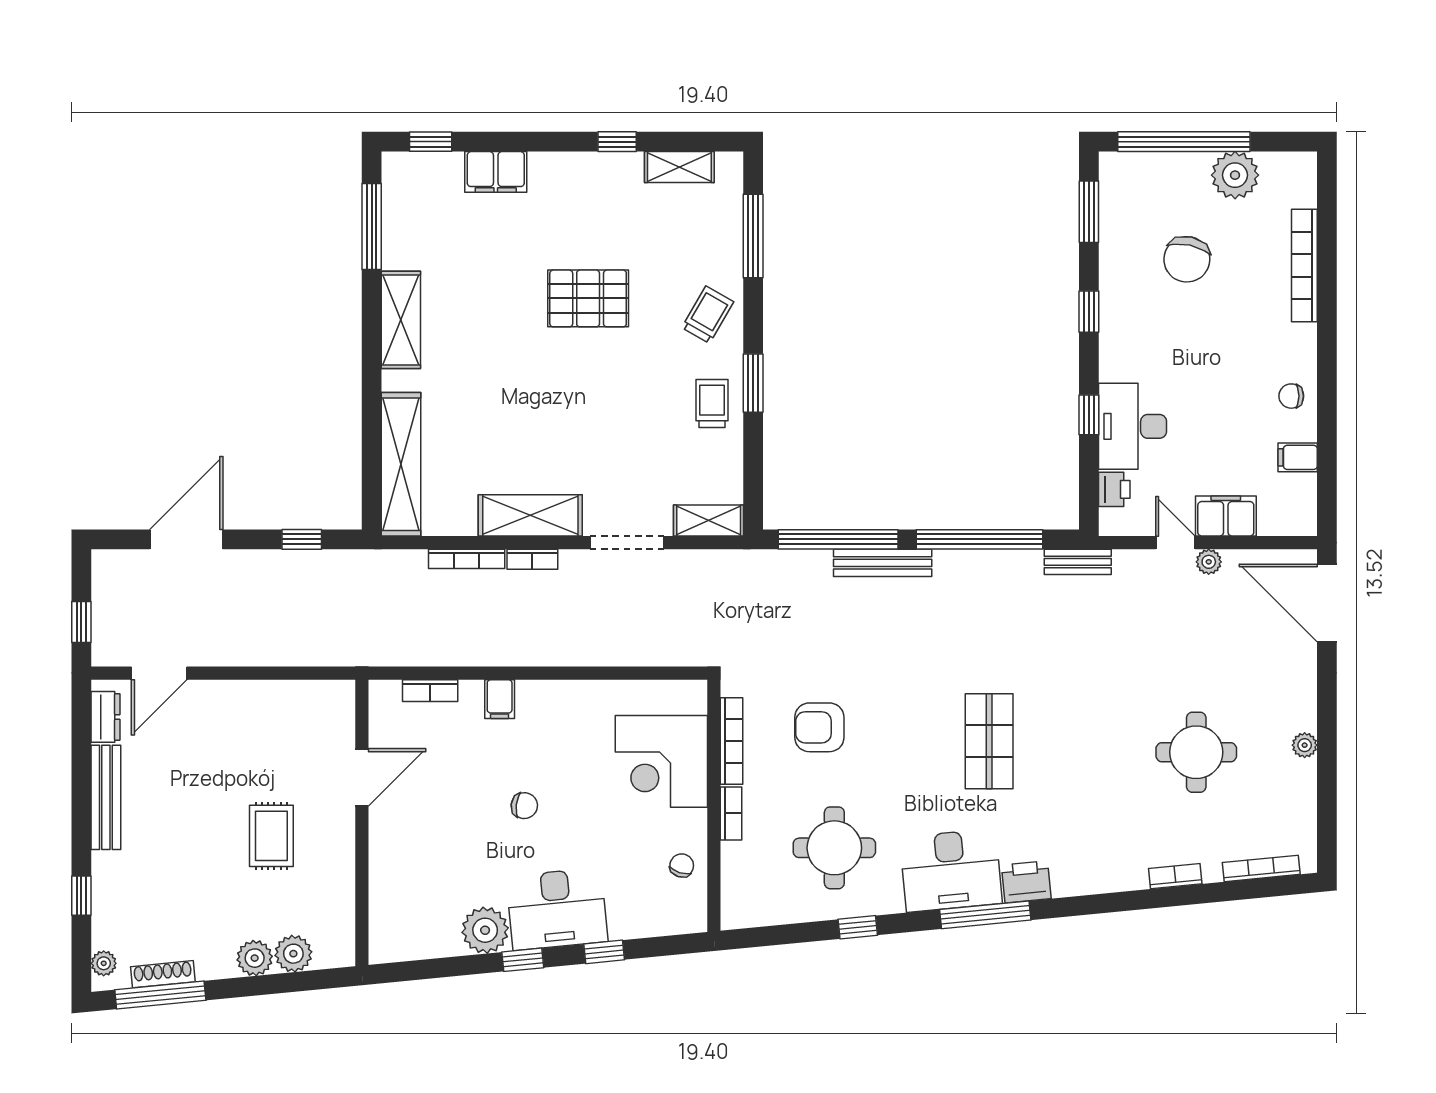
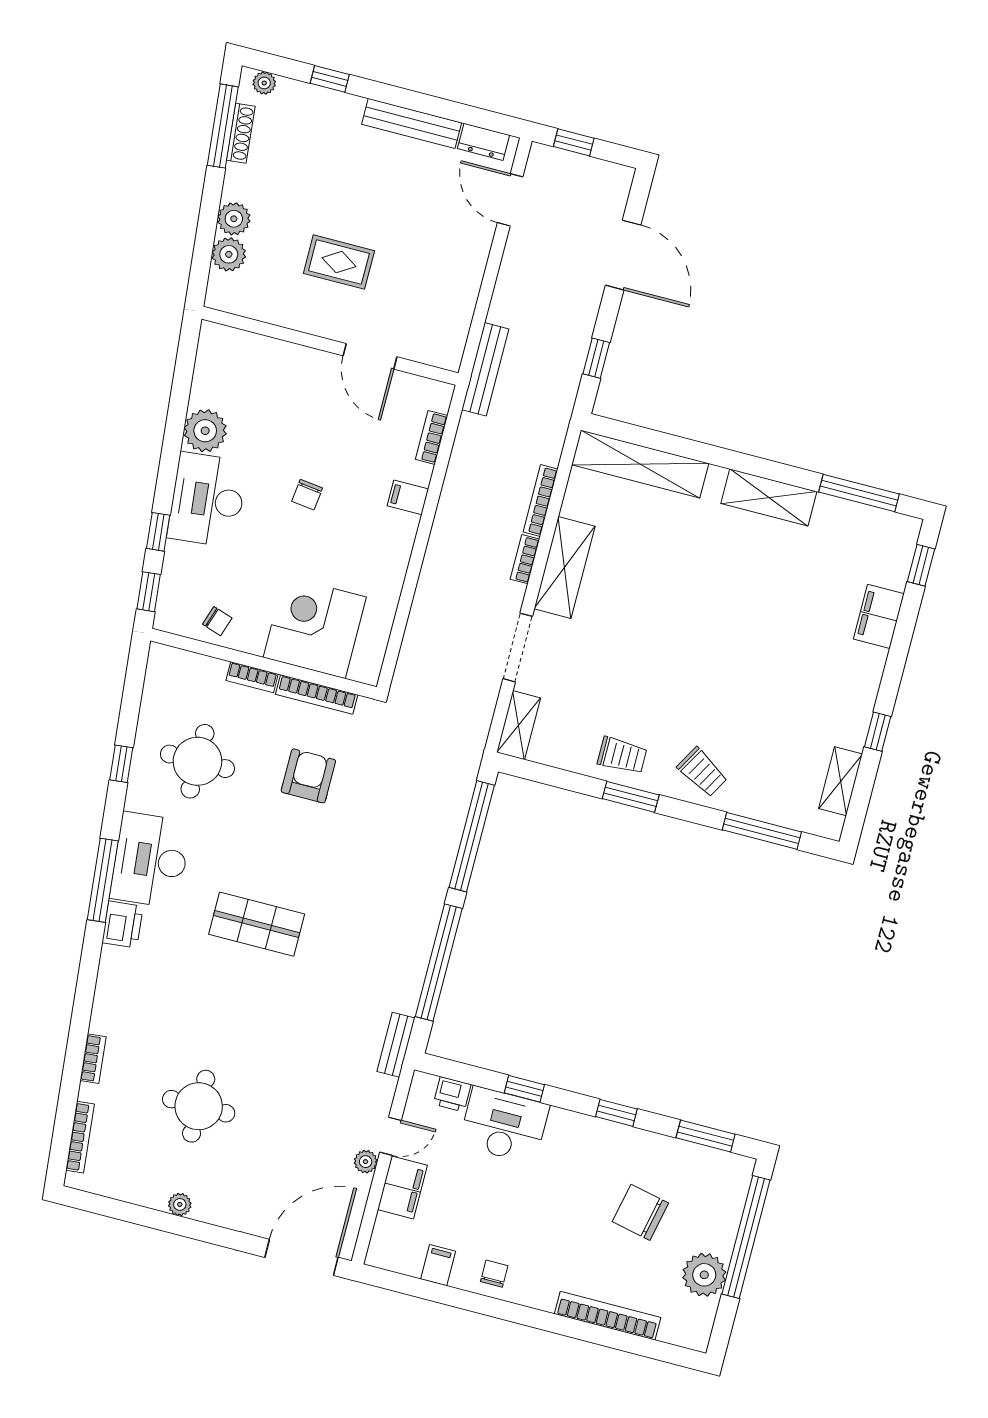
pallet: (588, 298) -> (745, 669), removed
bench: (883, 563) -> (485, 369), moved
window: (523, 960) -> (149, 592), moved

